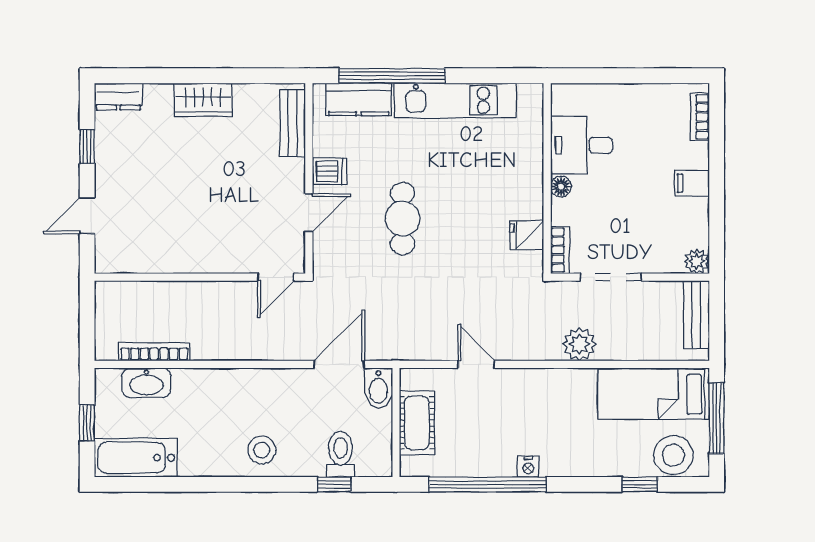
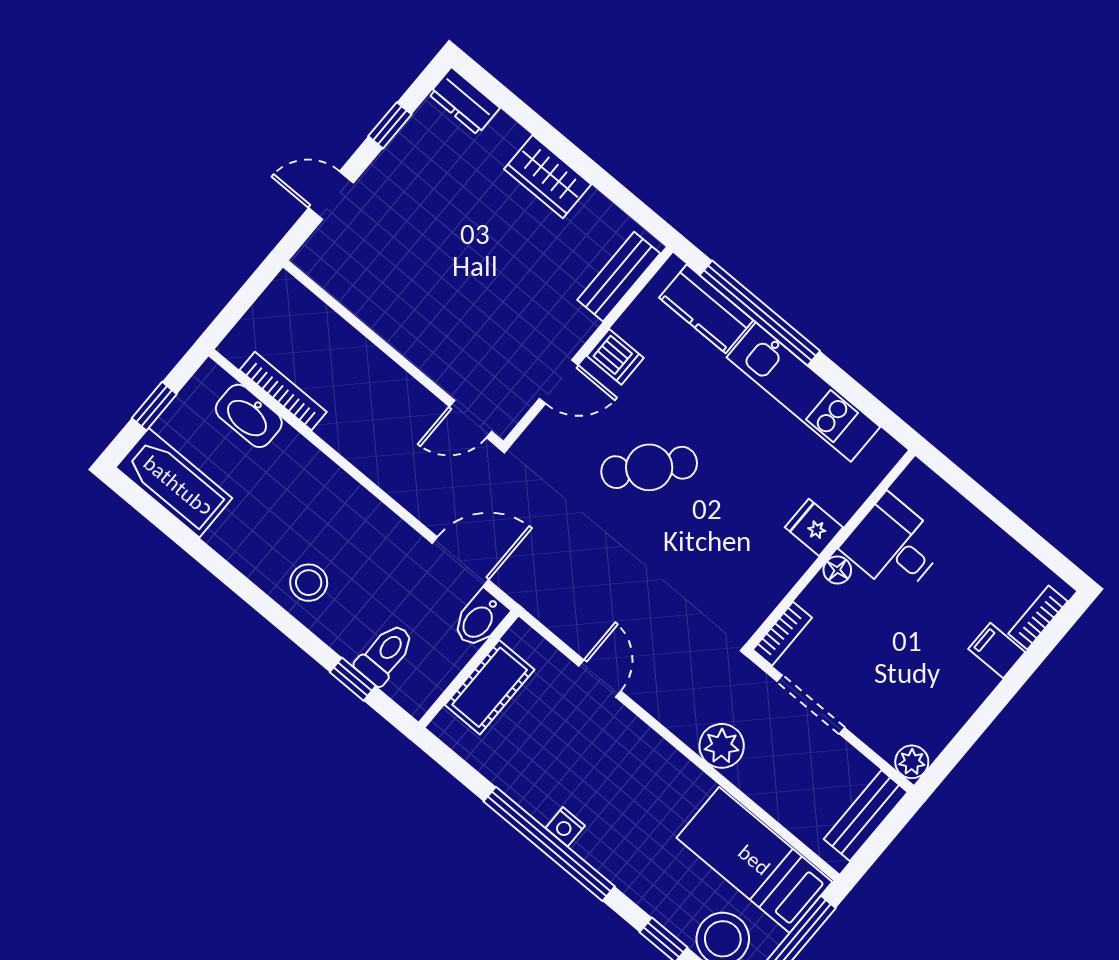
filing cabinet: (692, 183) -> (997, 651), moved
cafe table: (403, 219) -> (649, 467), turned 42
fridge: (527, 235) -> (814, 527), moved
window: (487, 484) -> (549, 844), moved

